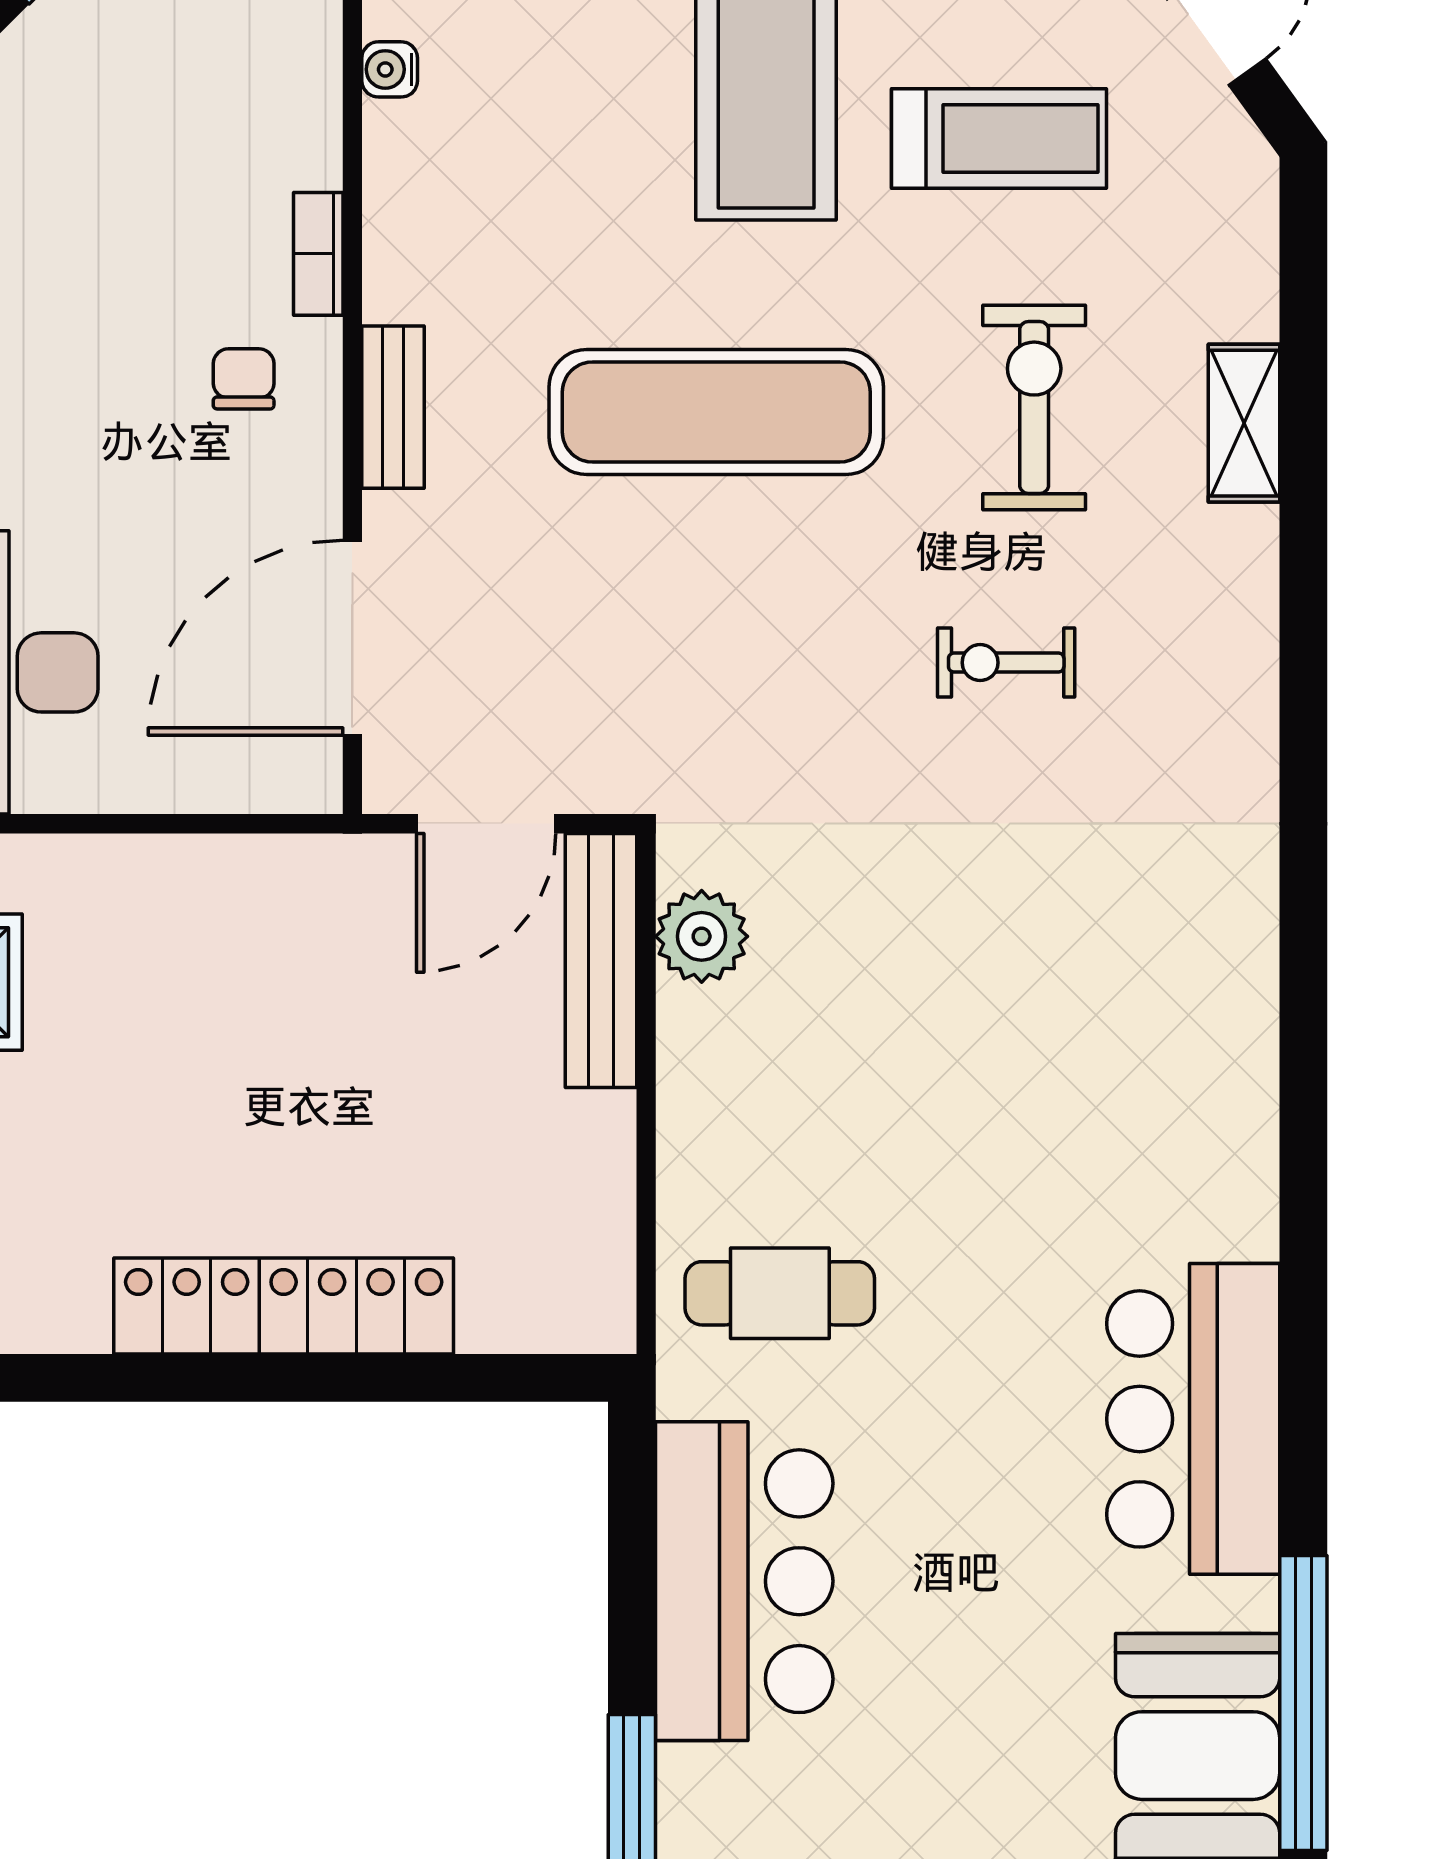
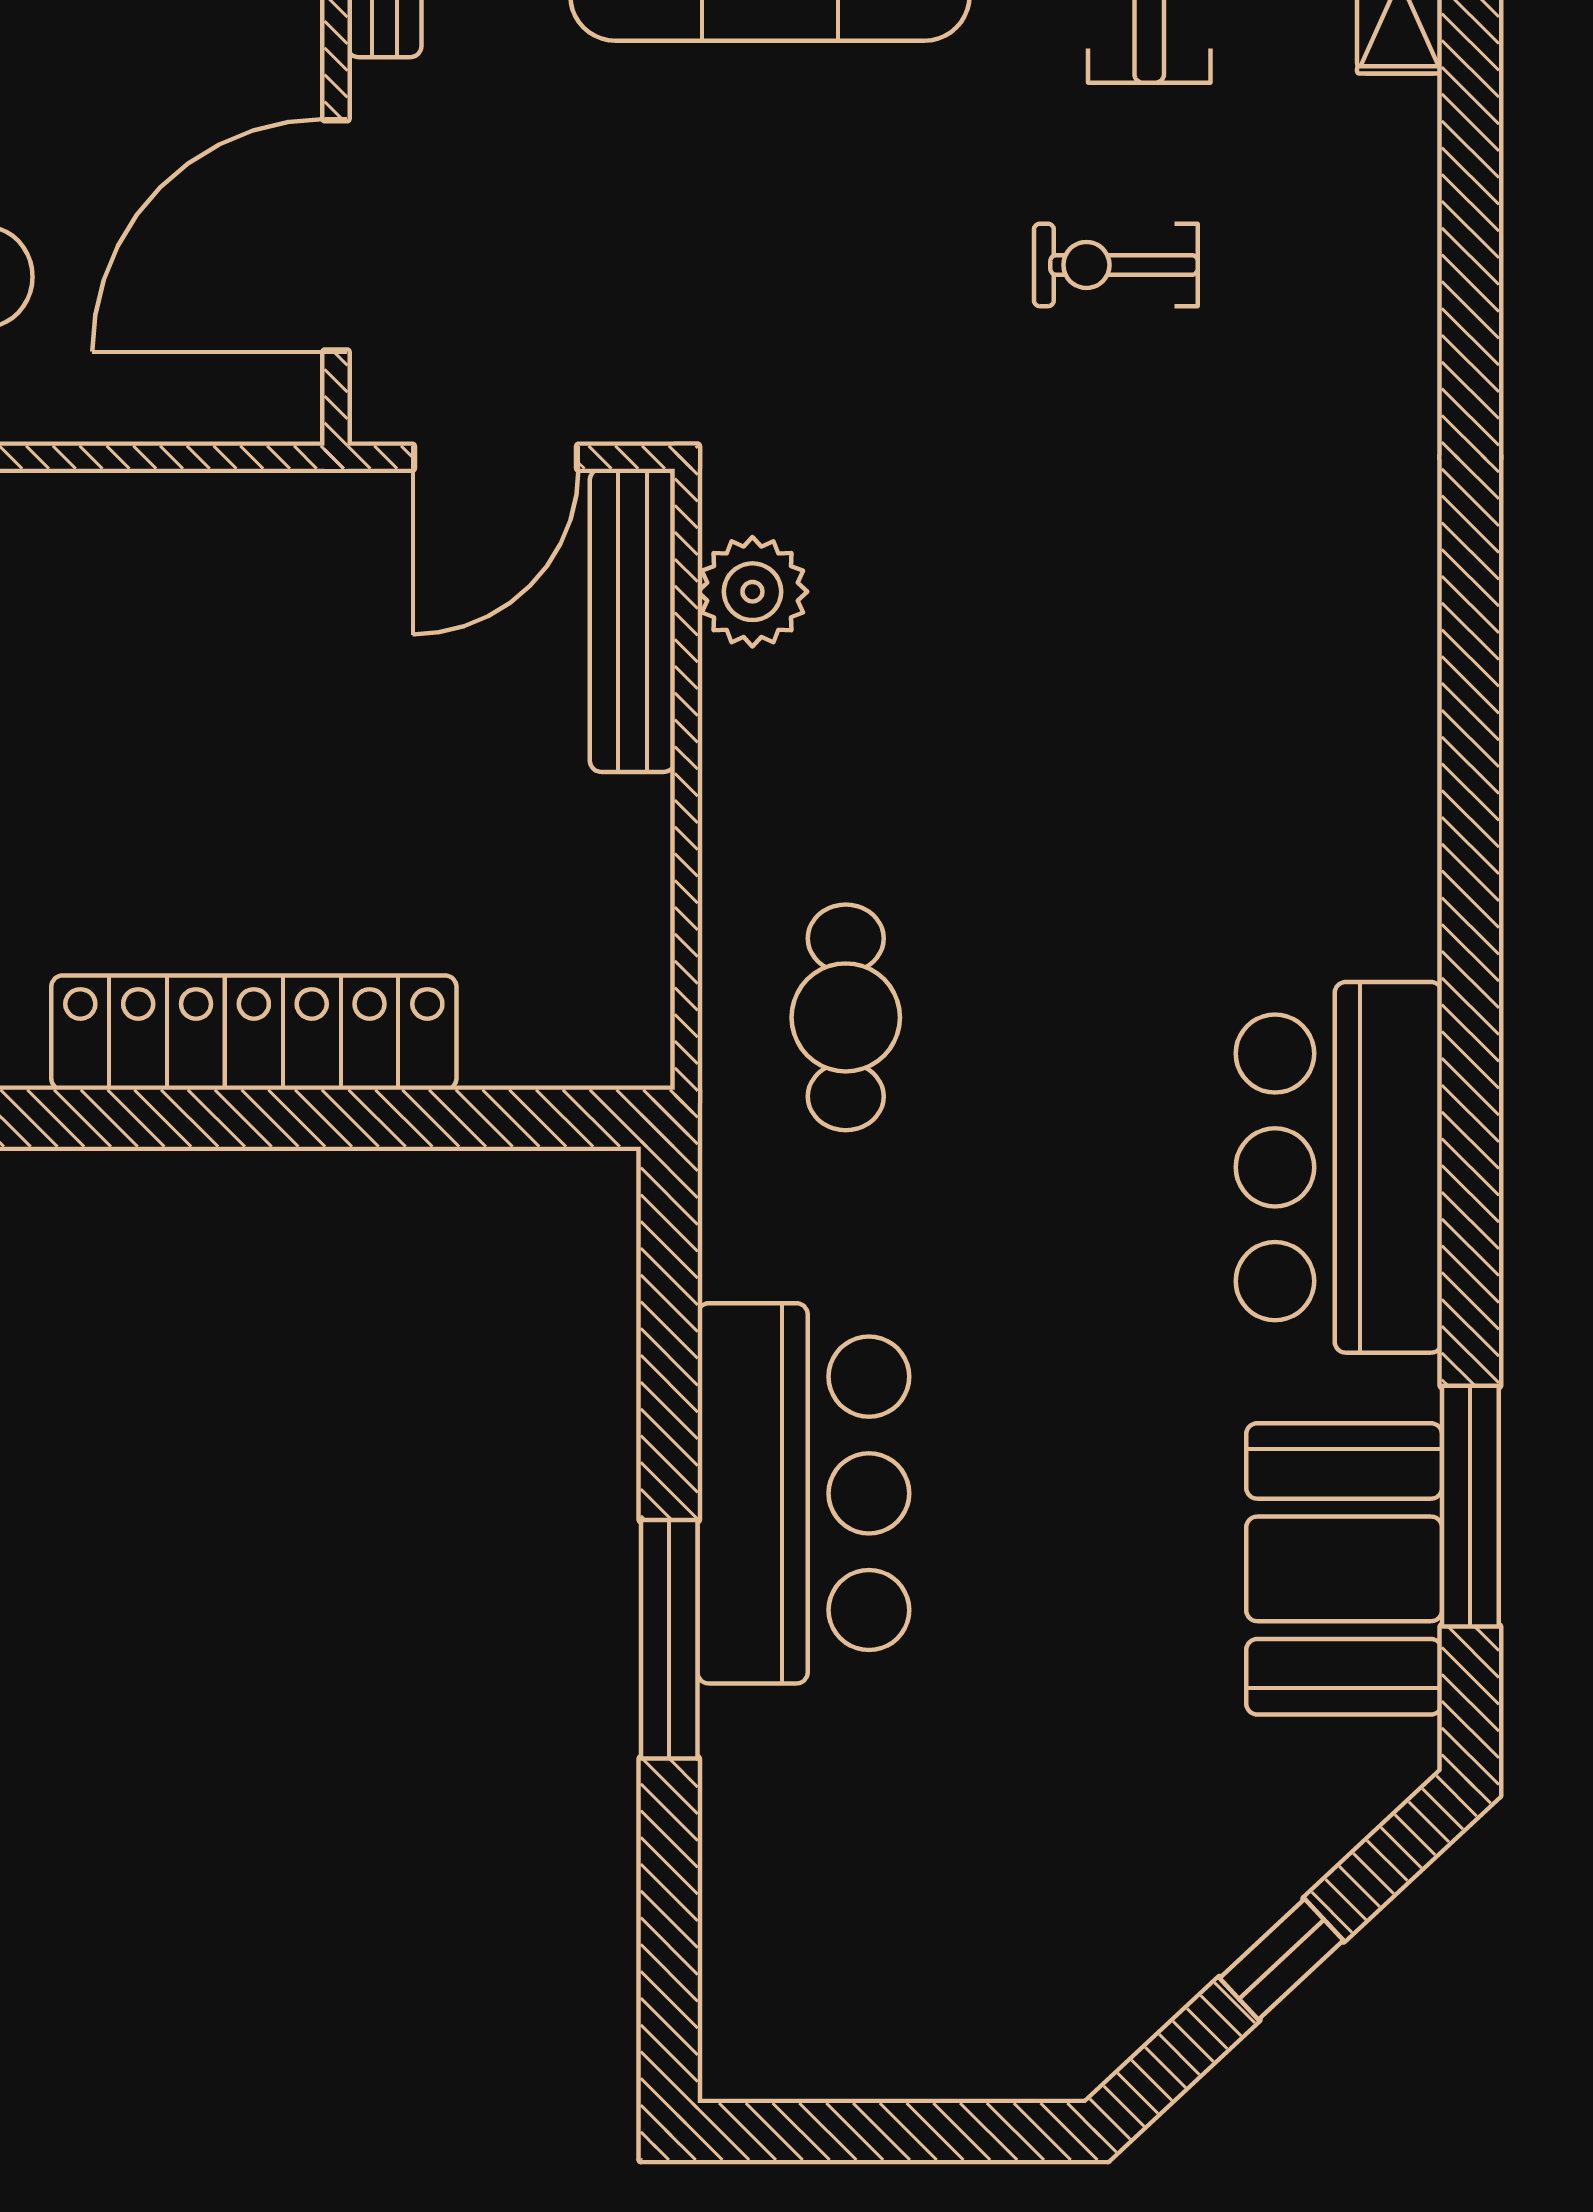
cafe table: (780, 1293) -> (846, 1017), turned 90
bar counter: (744, 1581) -> (803, 1493), moved
window: (1303, 1703) -> (1470, 1506), width x0.68

